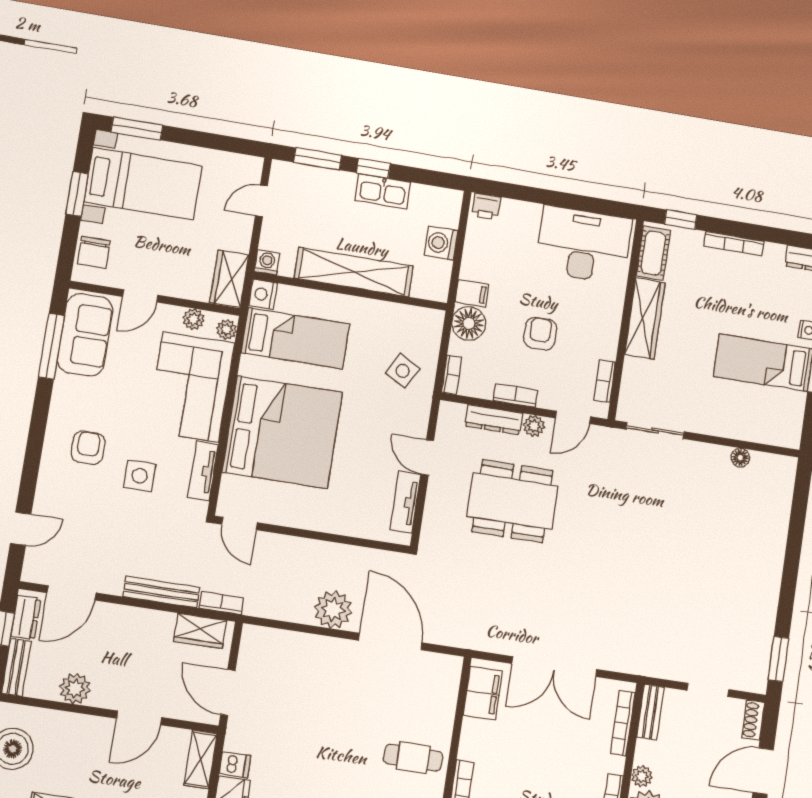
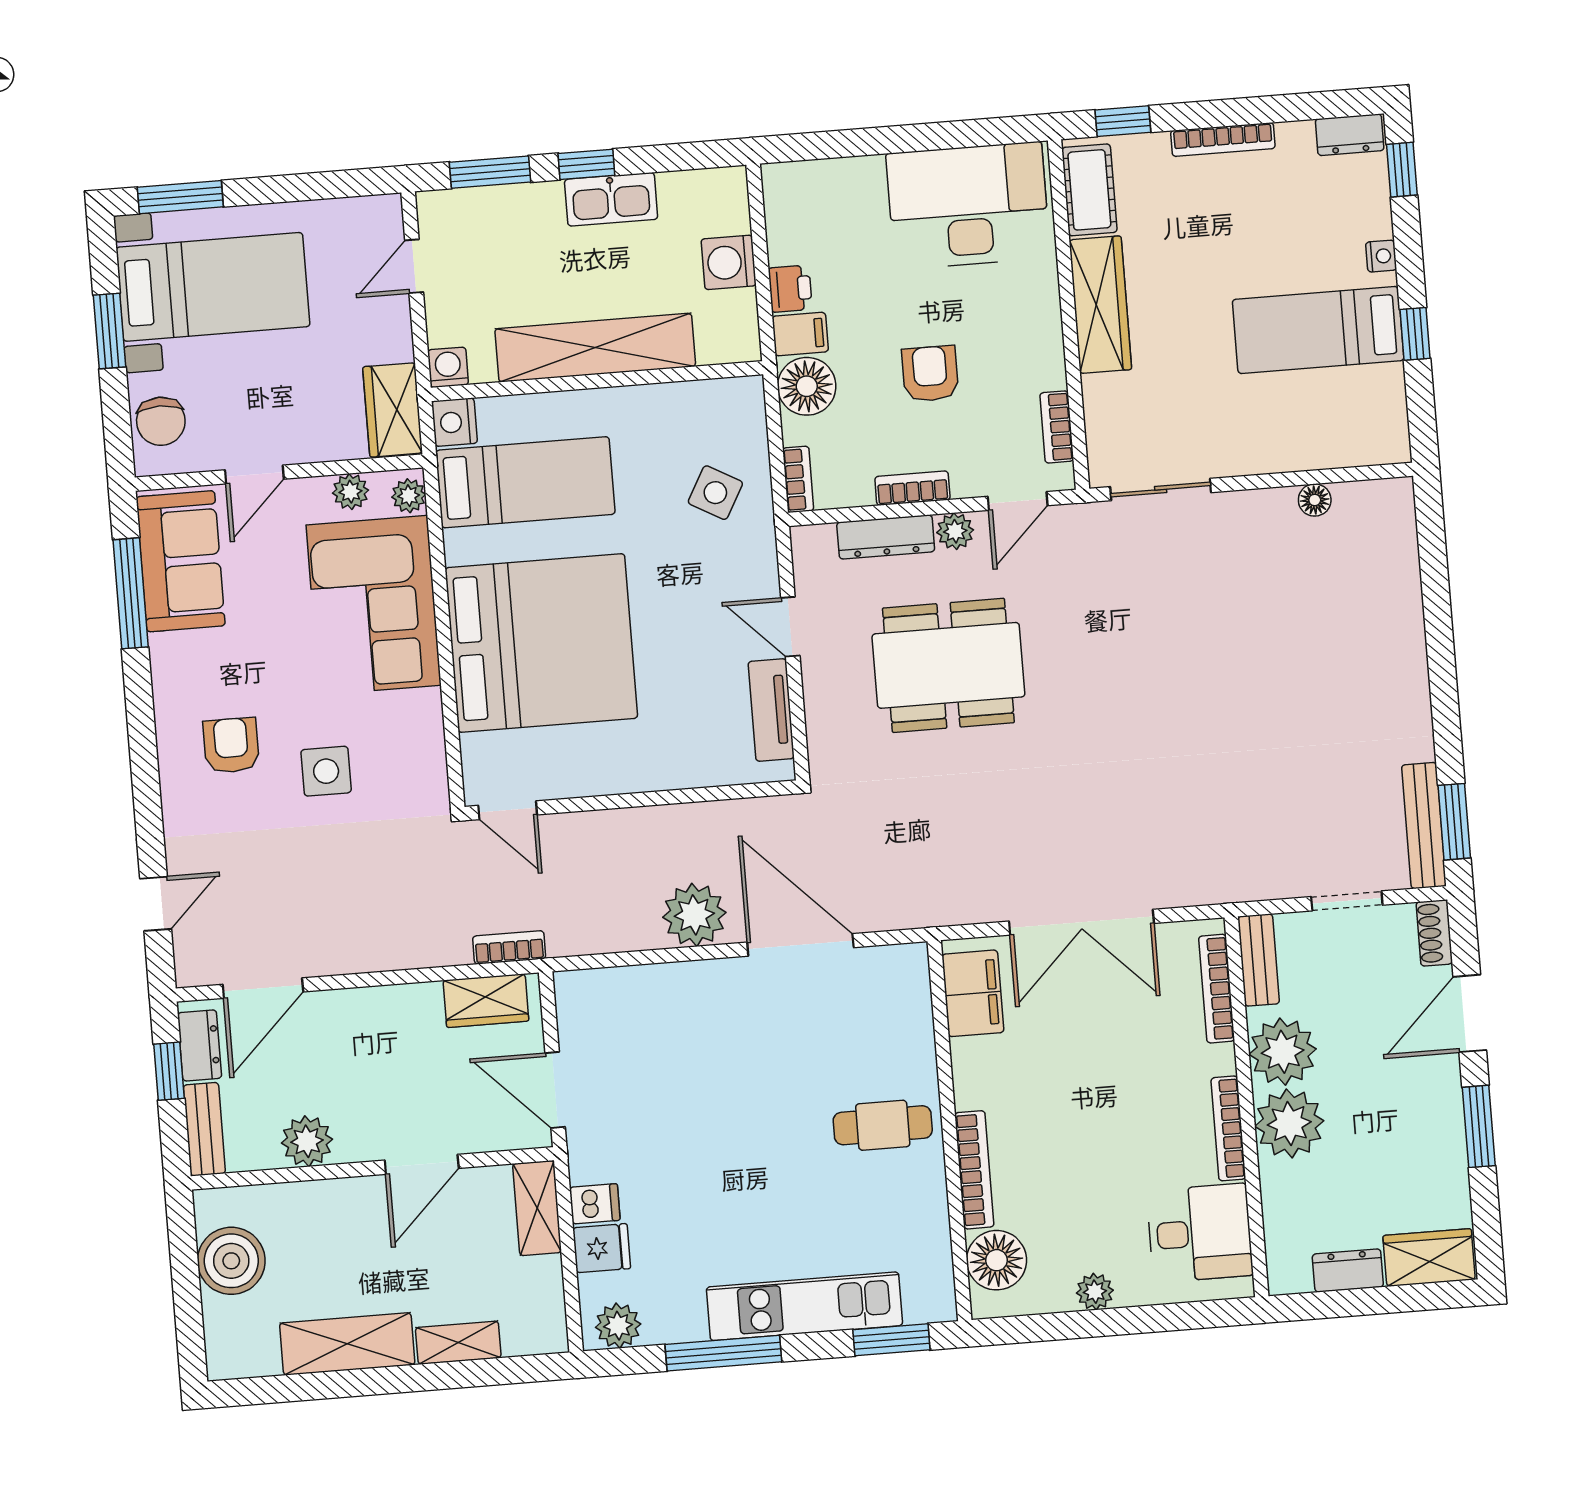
printer: (486, 206) -> (790, 289), moved, turned -90
tv unit: (203, 471) -> (427, 738), removed
bench: (161, 592) -> (1424, 826), moved, turned 90
plant: (642, 776) -> (1283, 1052), width x1.87, depth x1.87

